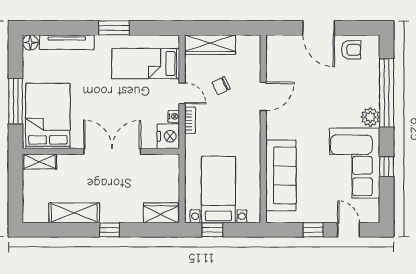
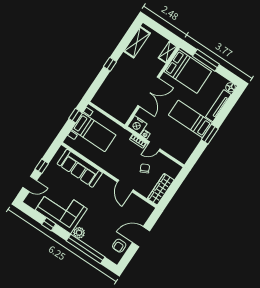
wardrobe: (210, 45) -> (161, 189), moved
bed: (146, 63) -> (190, 119), moved, turned -90
shelving: (74, 213) -> (137, 42), moved
wardrobe: (161, 213) -> (101, 96), removed

